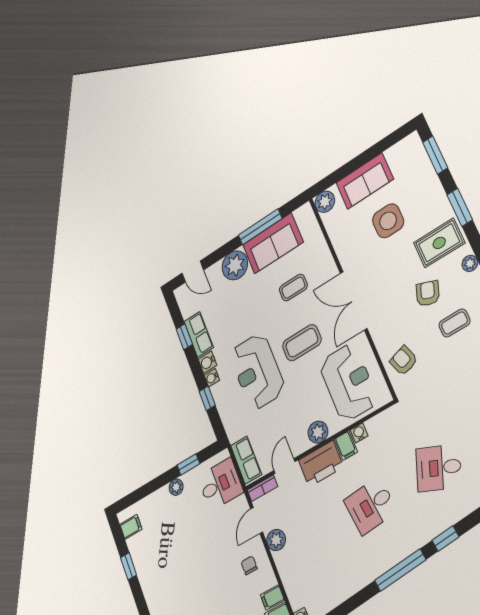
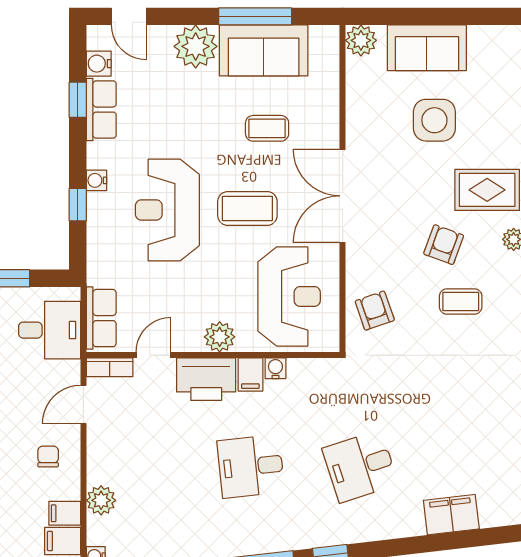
water cooler: (208, 362) -> (99, 64), moved
desk: (439, 468) -> (360, 466), turned -39
plant: (276, 540) -> (101, 500), moved

